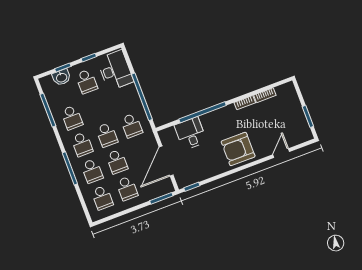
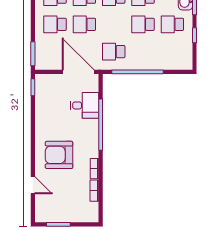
desk: (115, 70) -> (173, 56), removed
school desk: (107, 135) -> (143, 24), moved
armchair: (238, 149) -> (59, 155), moved, turned -90
door: (166, 161) -> (78, 72), moved

